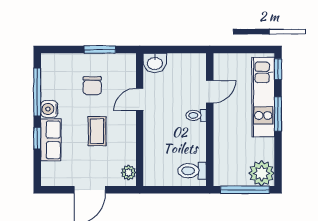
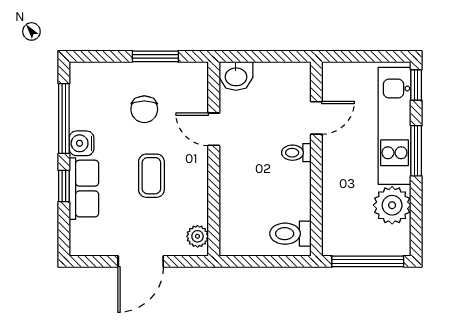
door: (140, 99) -> (214, 129), hinge flipped
plant: (262, 173) -> (392, 205), moved

